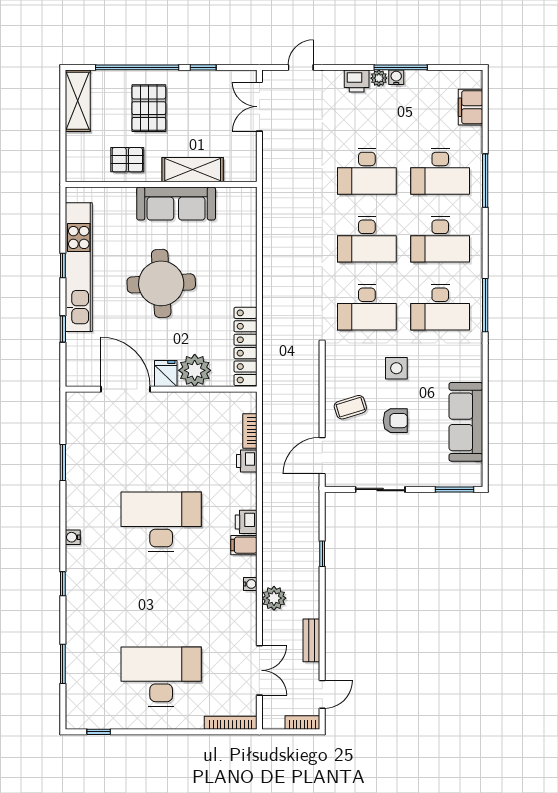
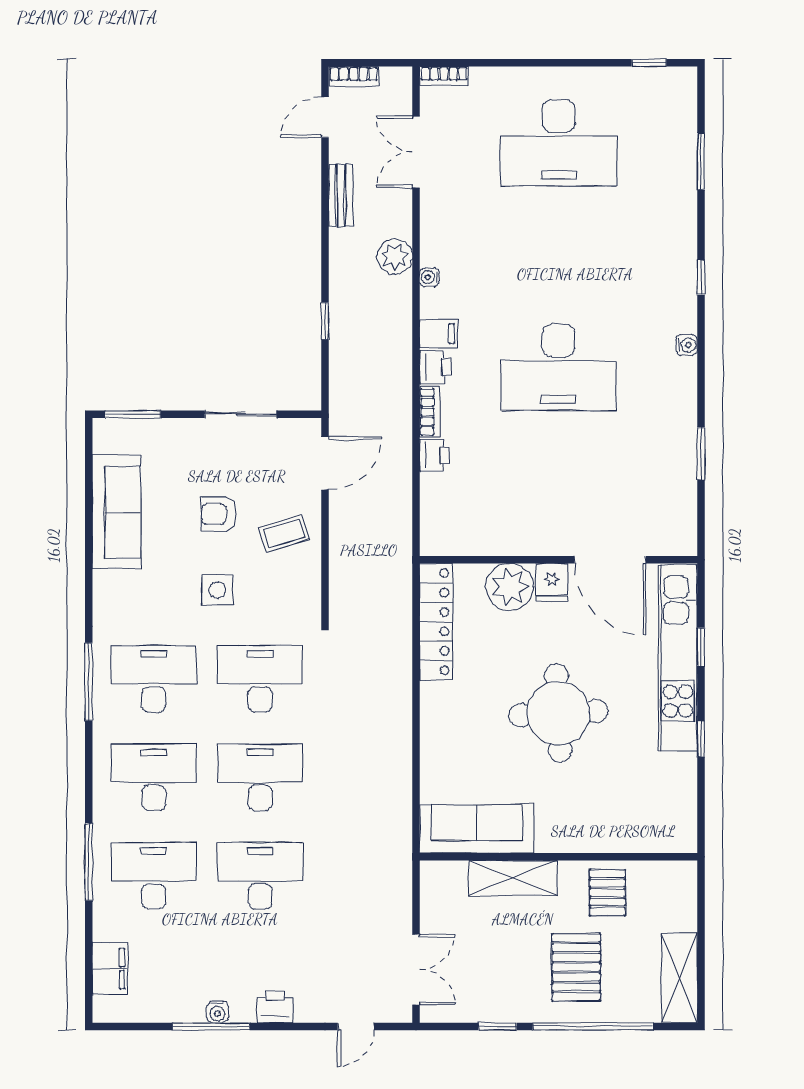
plant: (379, 78) -> (243, 1011), removed
pallet: (127, 160) -> (607, 893), turned 90
sofa: (176, 204) -> (477, 829), moved
kitchen unit: (79, 267) -> (678, 658), moved
bookcase: (250, 431) -> (430, 412), moved
bookcase: (231, 723) -> (444, 76), width x0.64

